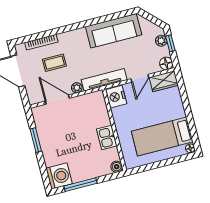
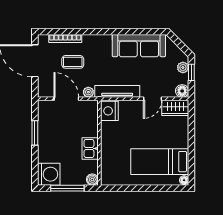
nightstand: (116, 97) -> (109, 111), moved
wall: (114, 130) -> (99, 143), moved
kitchen sink: (107, 137) -> (90, 148), moved
boiler: (117, 167) -> (92, 180), moved

